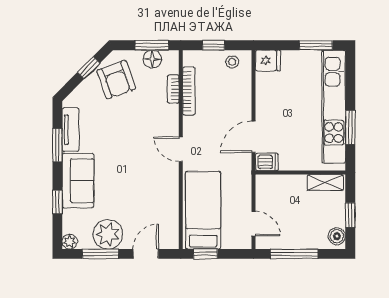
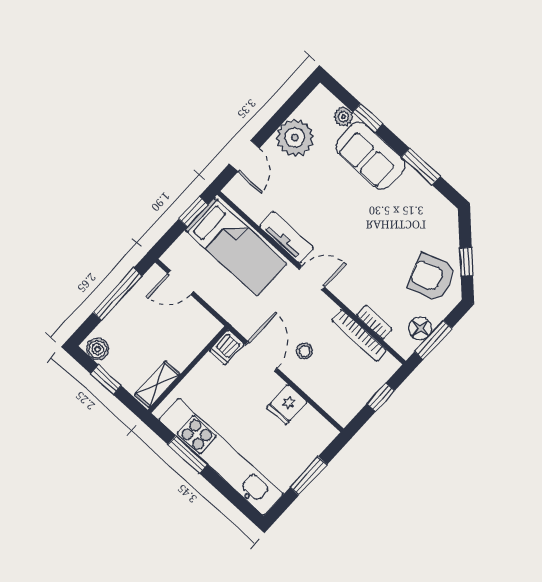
window: (316, 45) -> (309, 476), moved
fridge: (268, 61) -> (287, 405), moved
stool: (232, 62) -> (305, 351), moved
tv unit: (70, 130) -> (286, 237), moved, turned 180
plant: (70, 242) -> (343, 117), moved
window: (100, 254) -> (283, 114), removed

